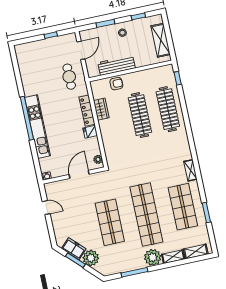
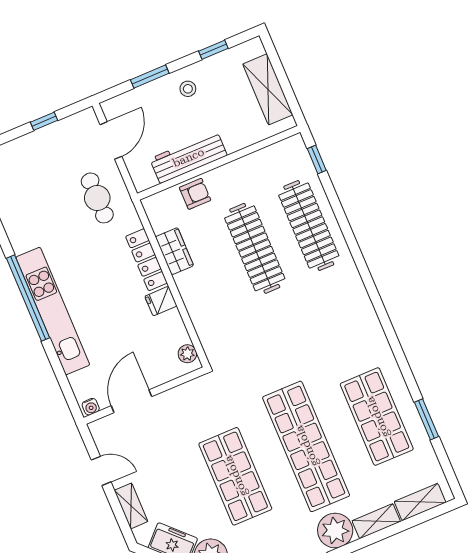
shelving: (190, 170) -> (131, 506), moved
door: (79, 174) -> (131, 401), moved

